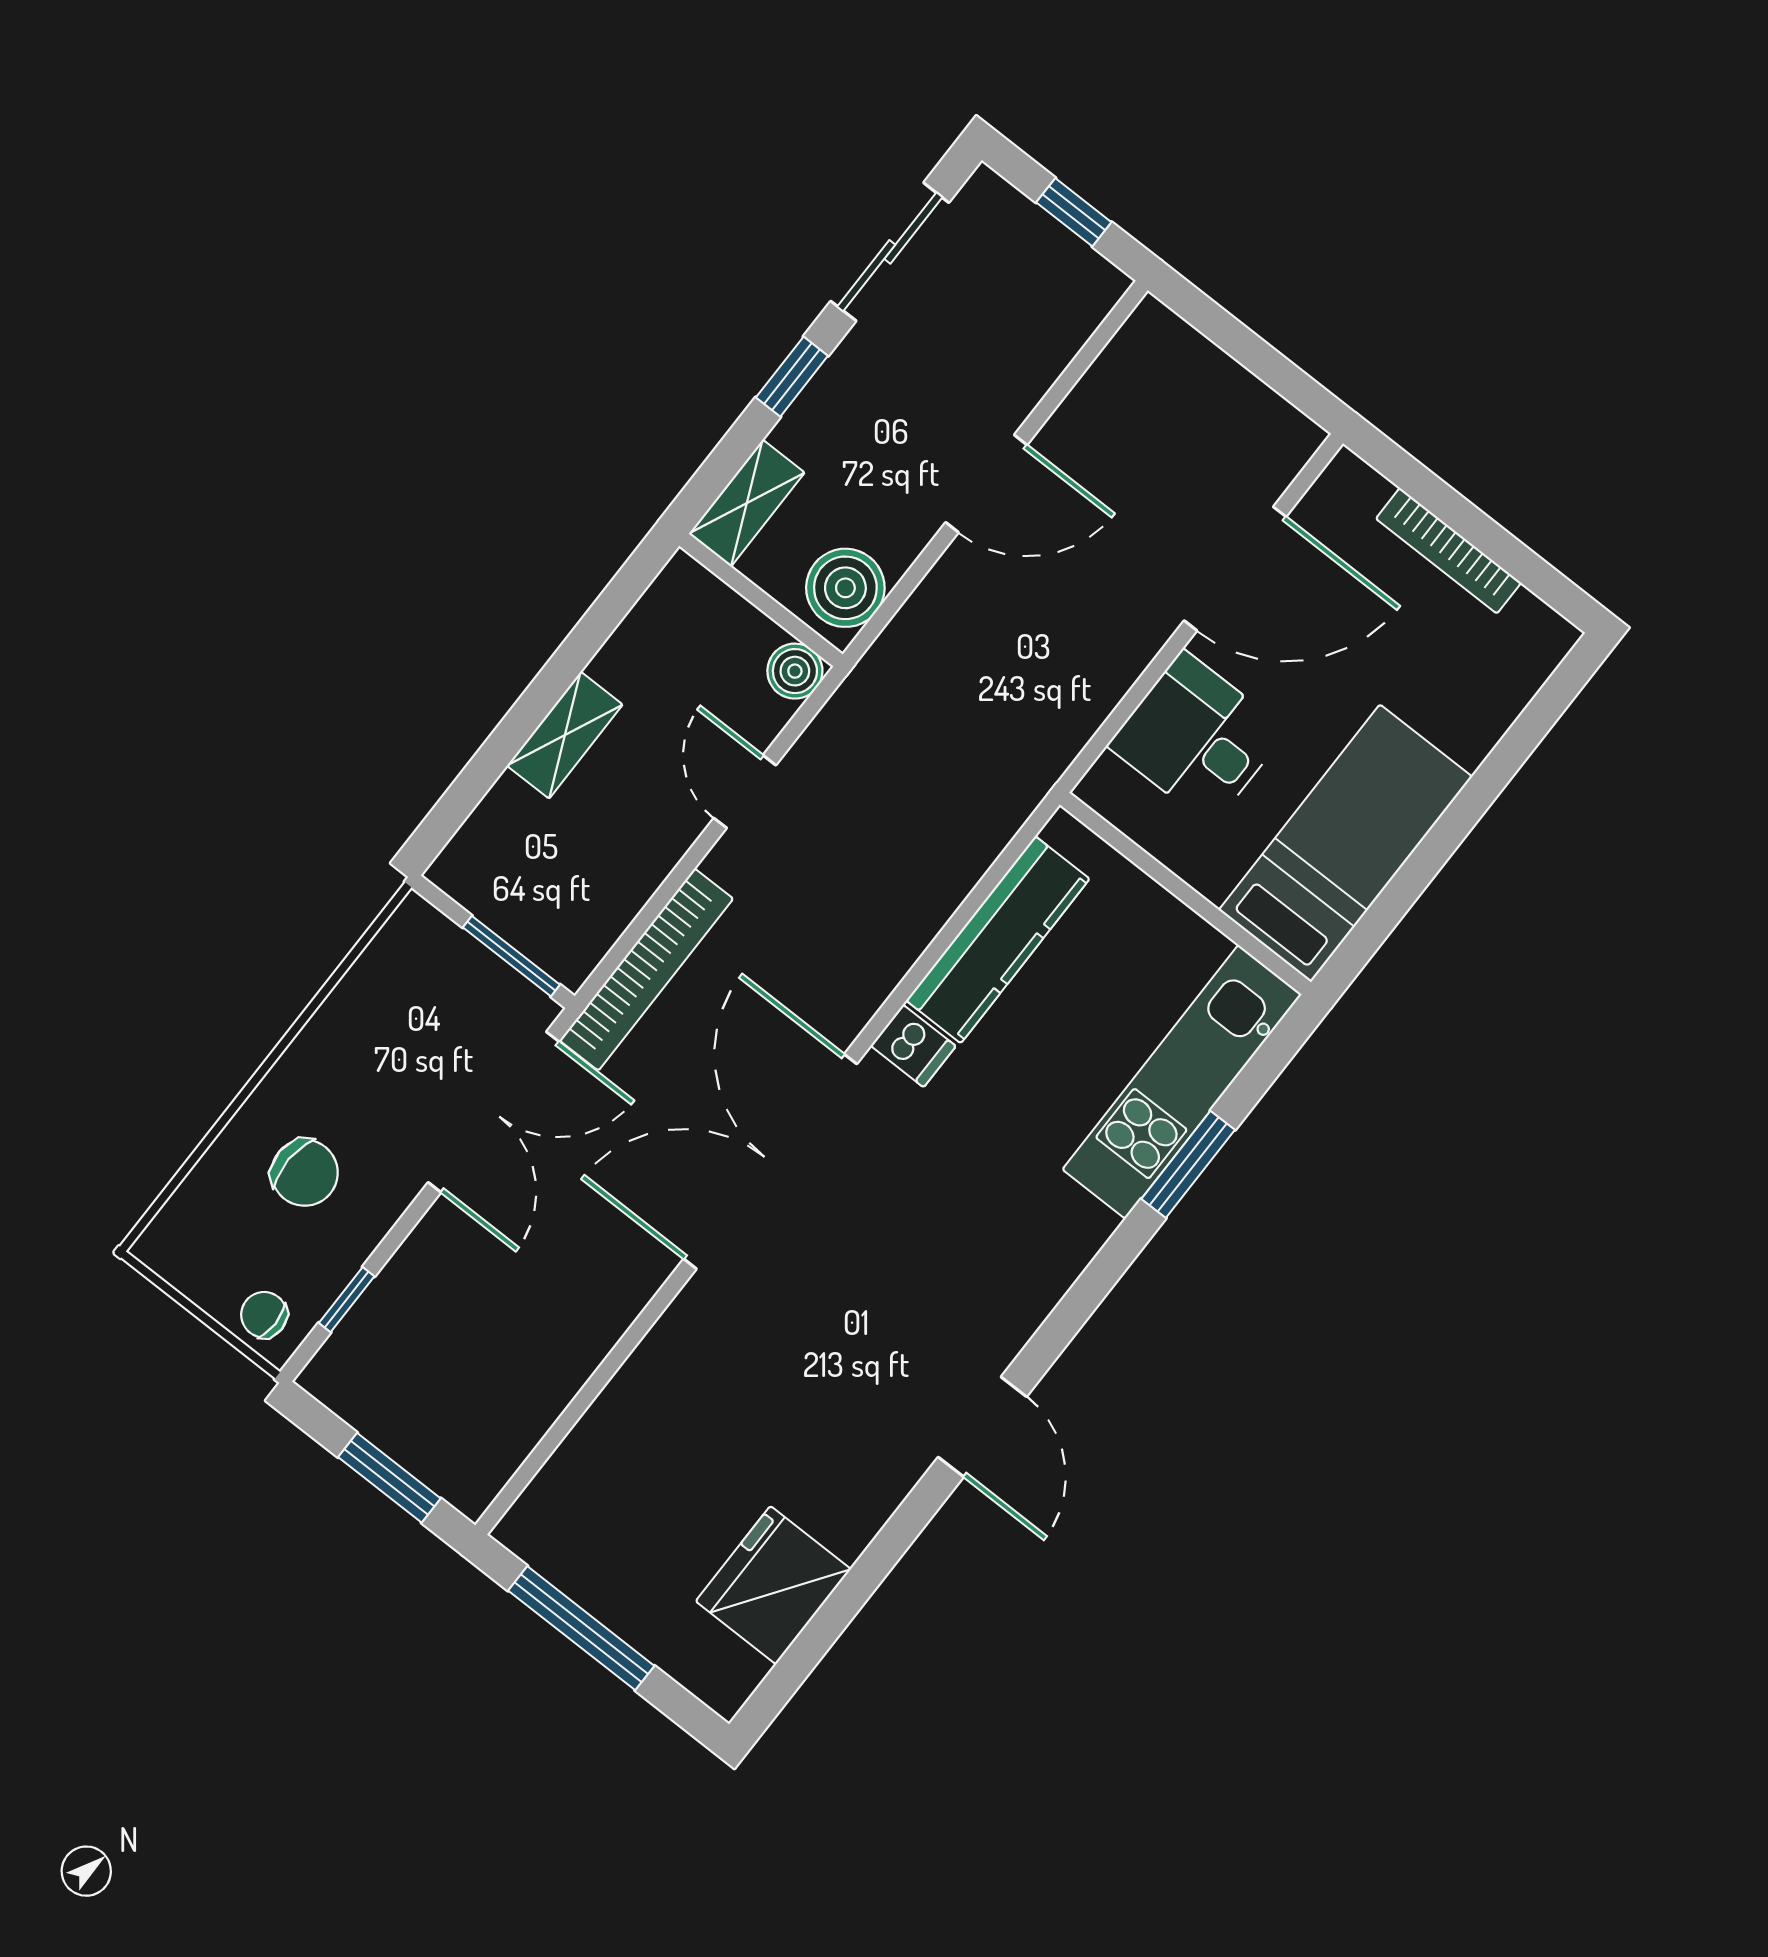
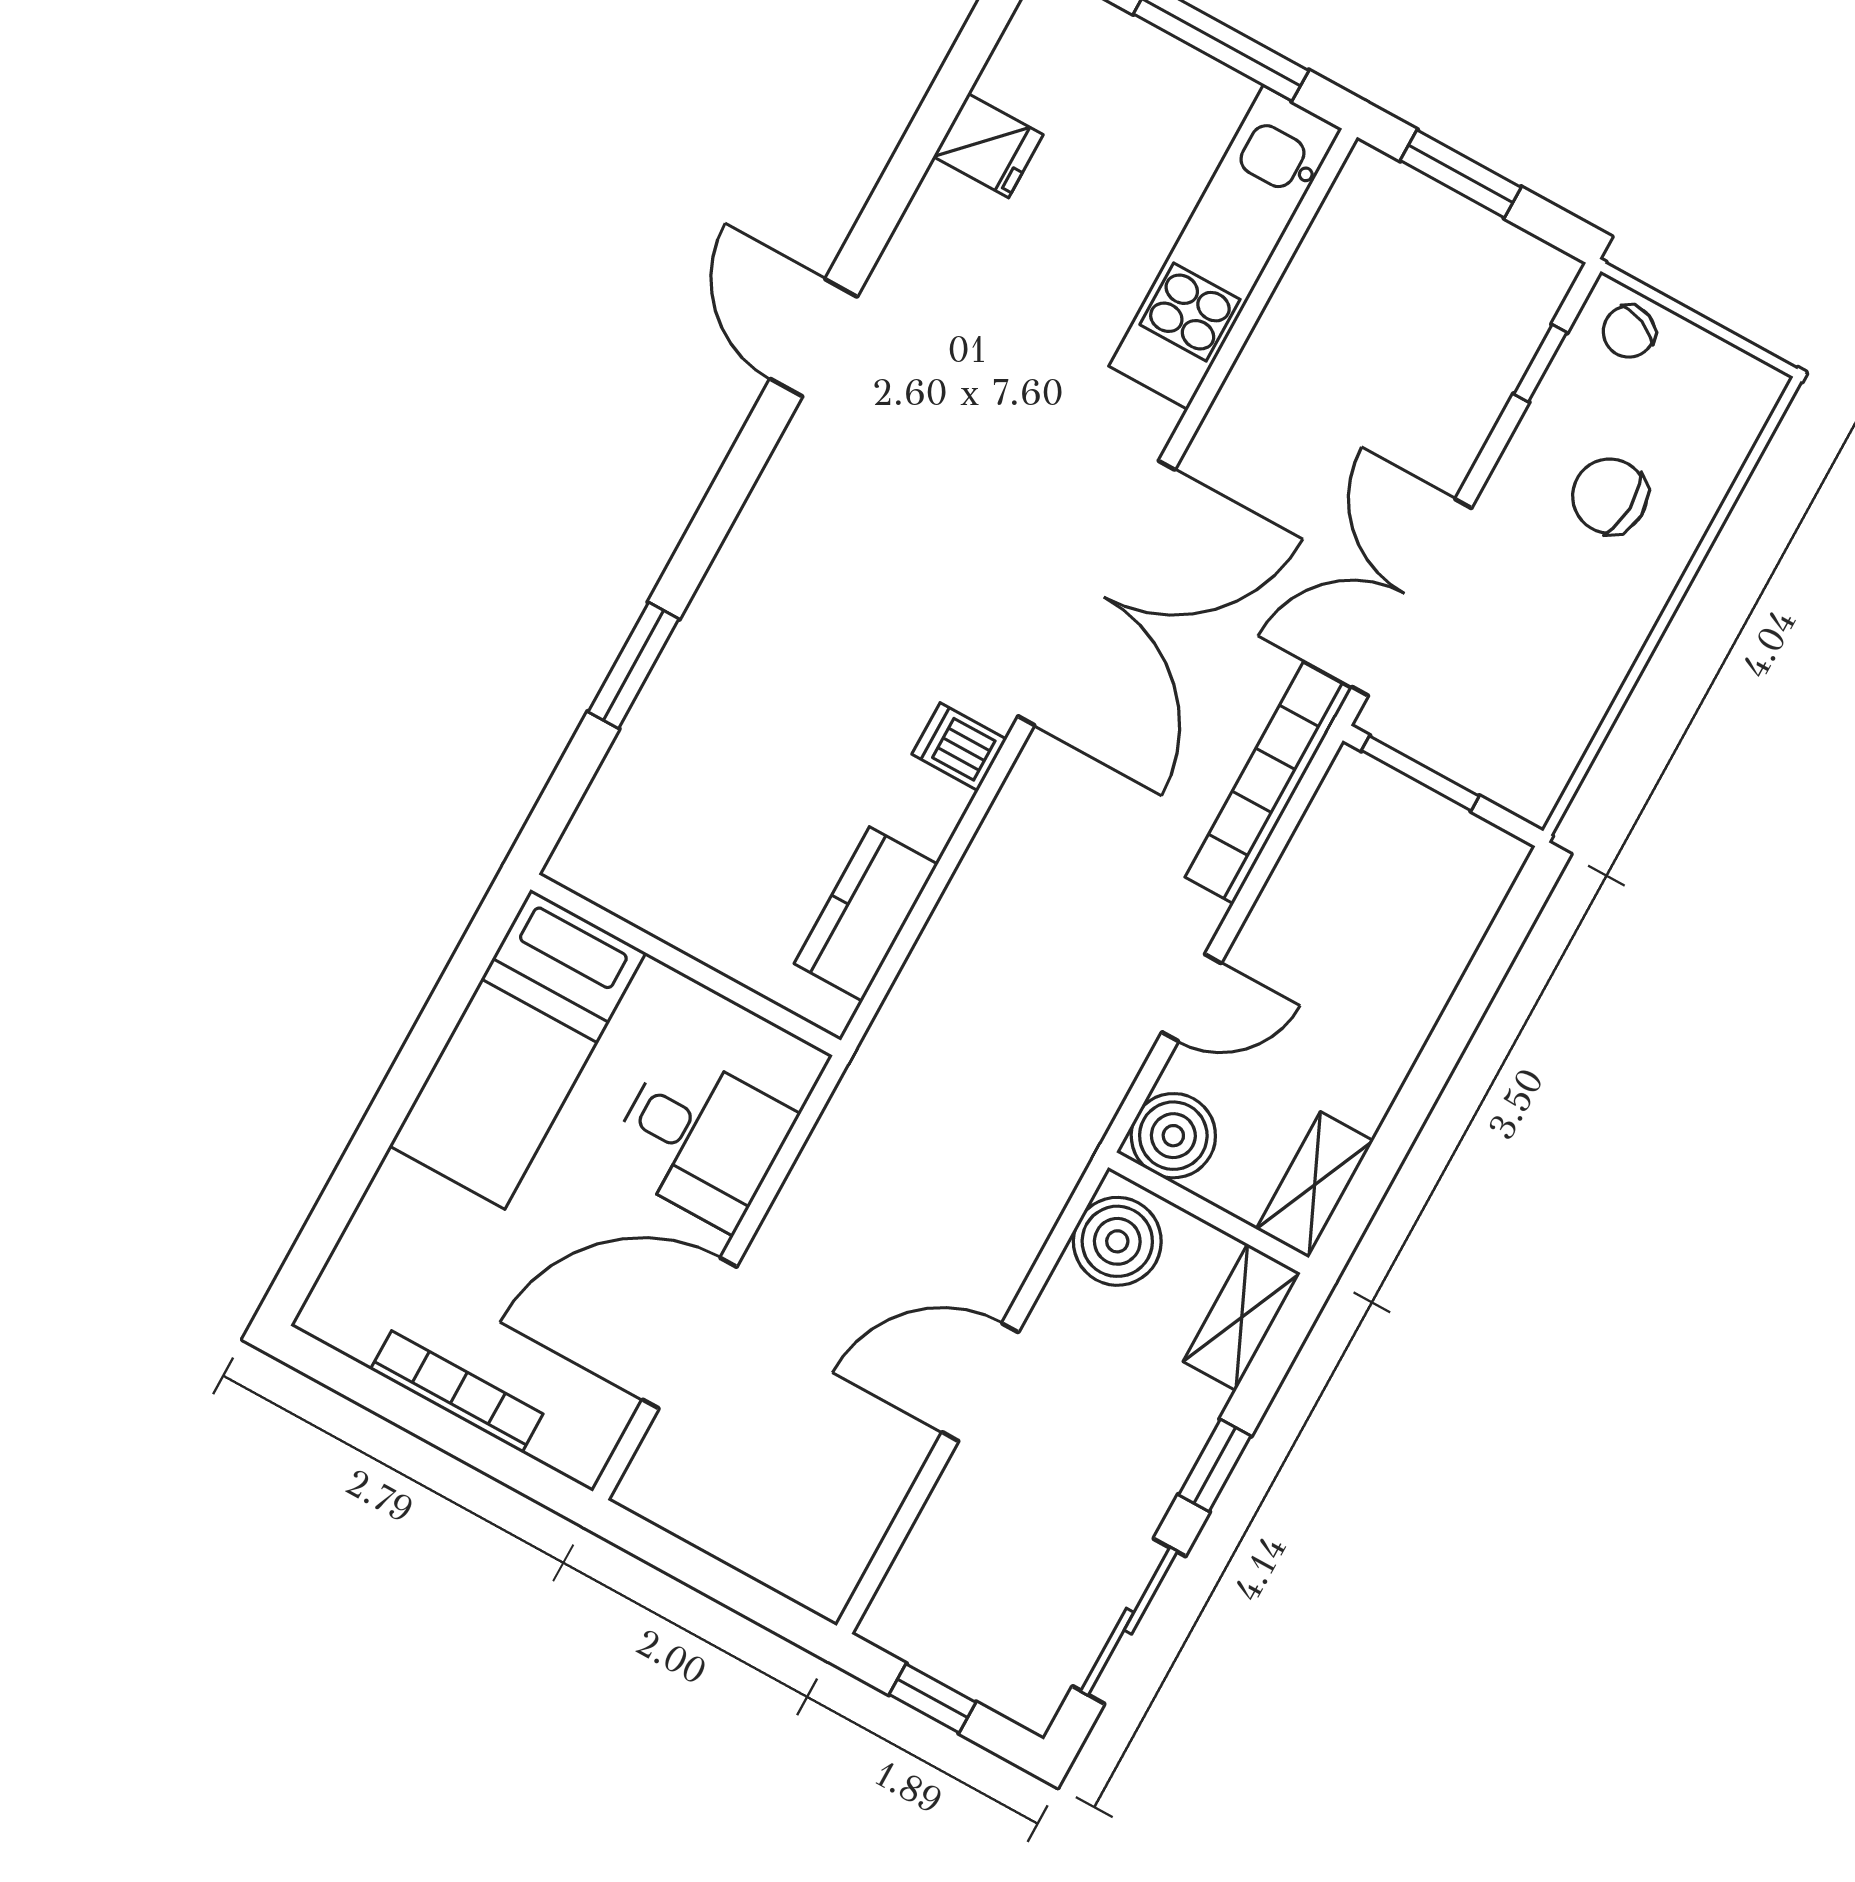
boiler: (795, 671) -> (1173, 1136), width x1.36, depth x1.36
shelving: (565, 735) -> (1315, 1185), moved
door: (745, 792) -> (1192, 998), hinge flipped
kitchen counter: (998, 940) -> (866, 914), width x0.67
kitchen unit: (1182, 1082) -> (1225, 247), moved, turned 180
chair: (264, 1315) -> (1629, 332), turned 113
fridge: (773, 1585) -> (988, 146), width x0.53, depth x0.75

